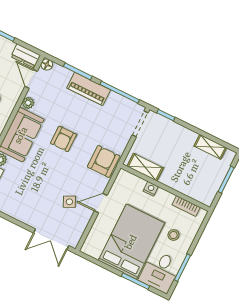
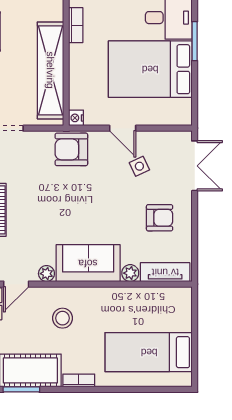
armchair: (63, 139) -> (160, 218), moved
shelving: (145, 167) -> (50, 70), width x2.20, depth x1.33
nightstand: (151, 189) -> (76, 118), moved
stool: (173, 235) -> (118, 23), removed

